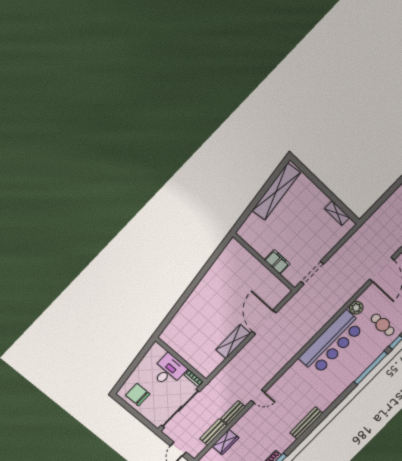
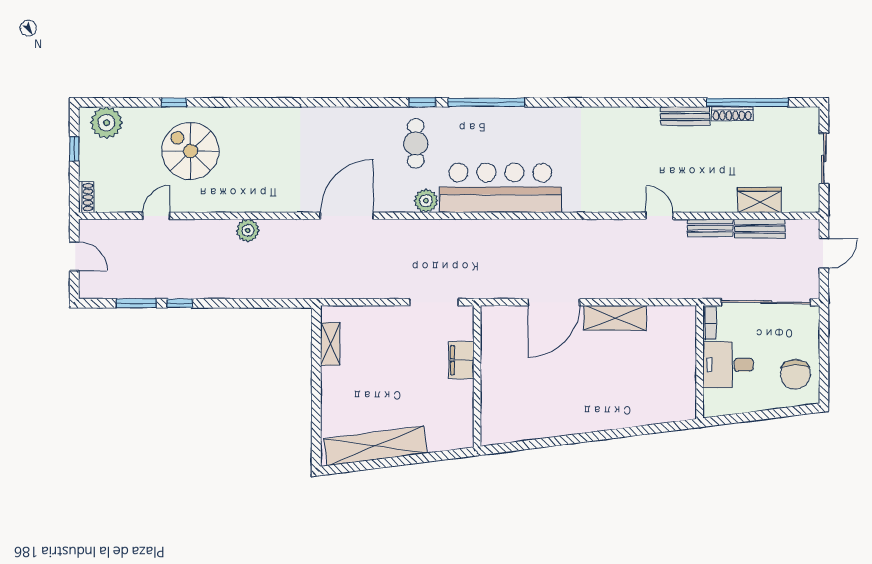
bench: (306, 423) -> (685, 116), moved, width x0.73

